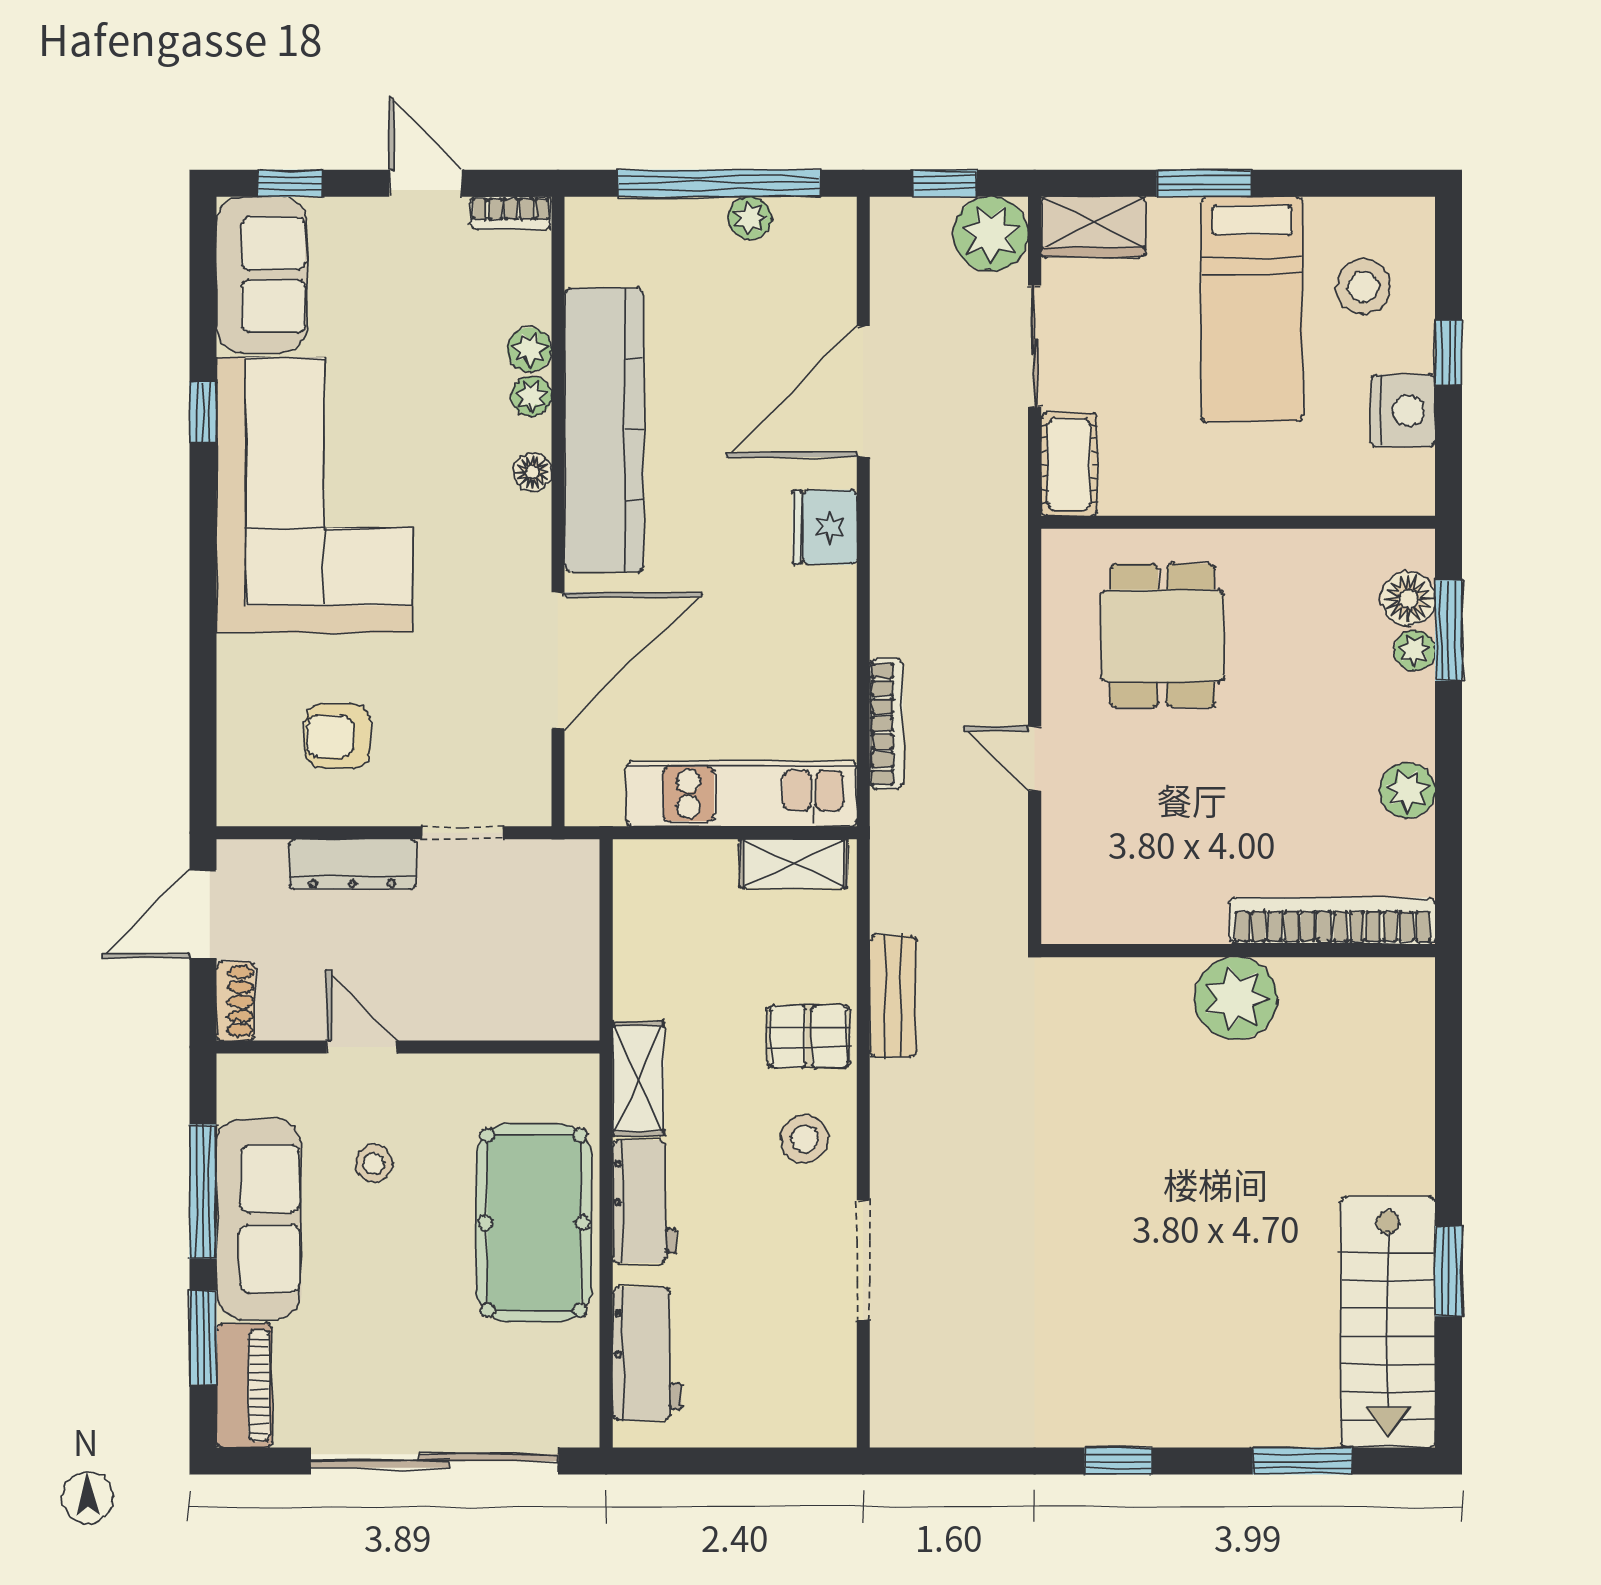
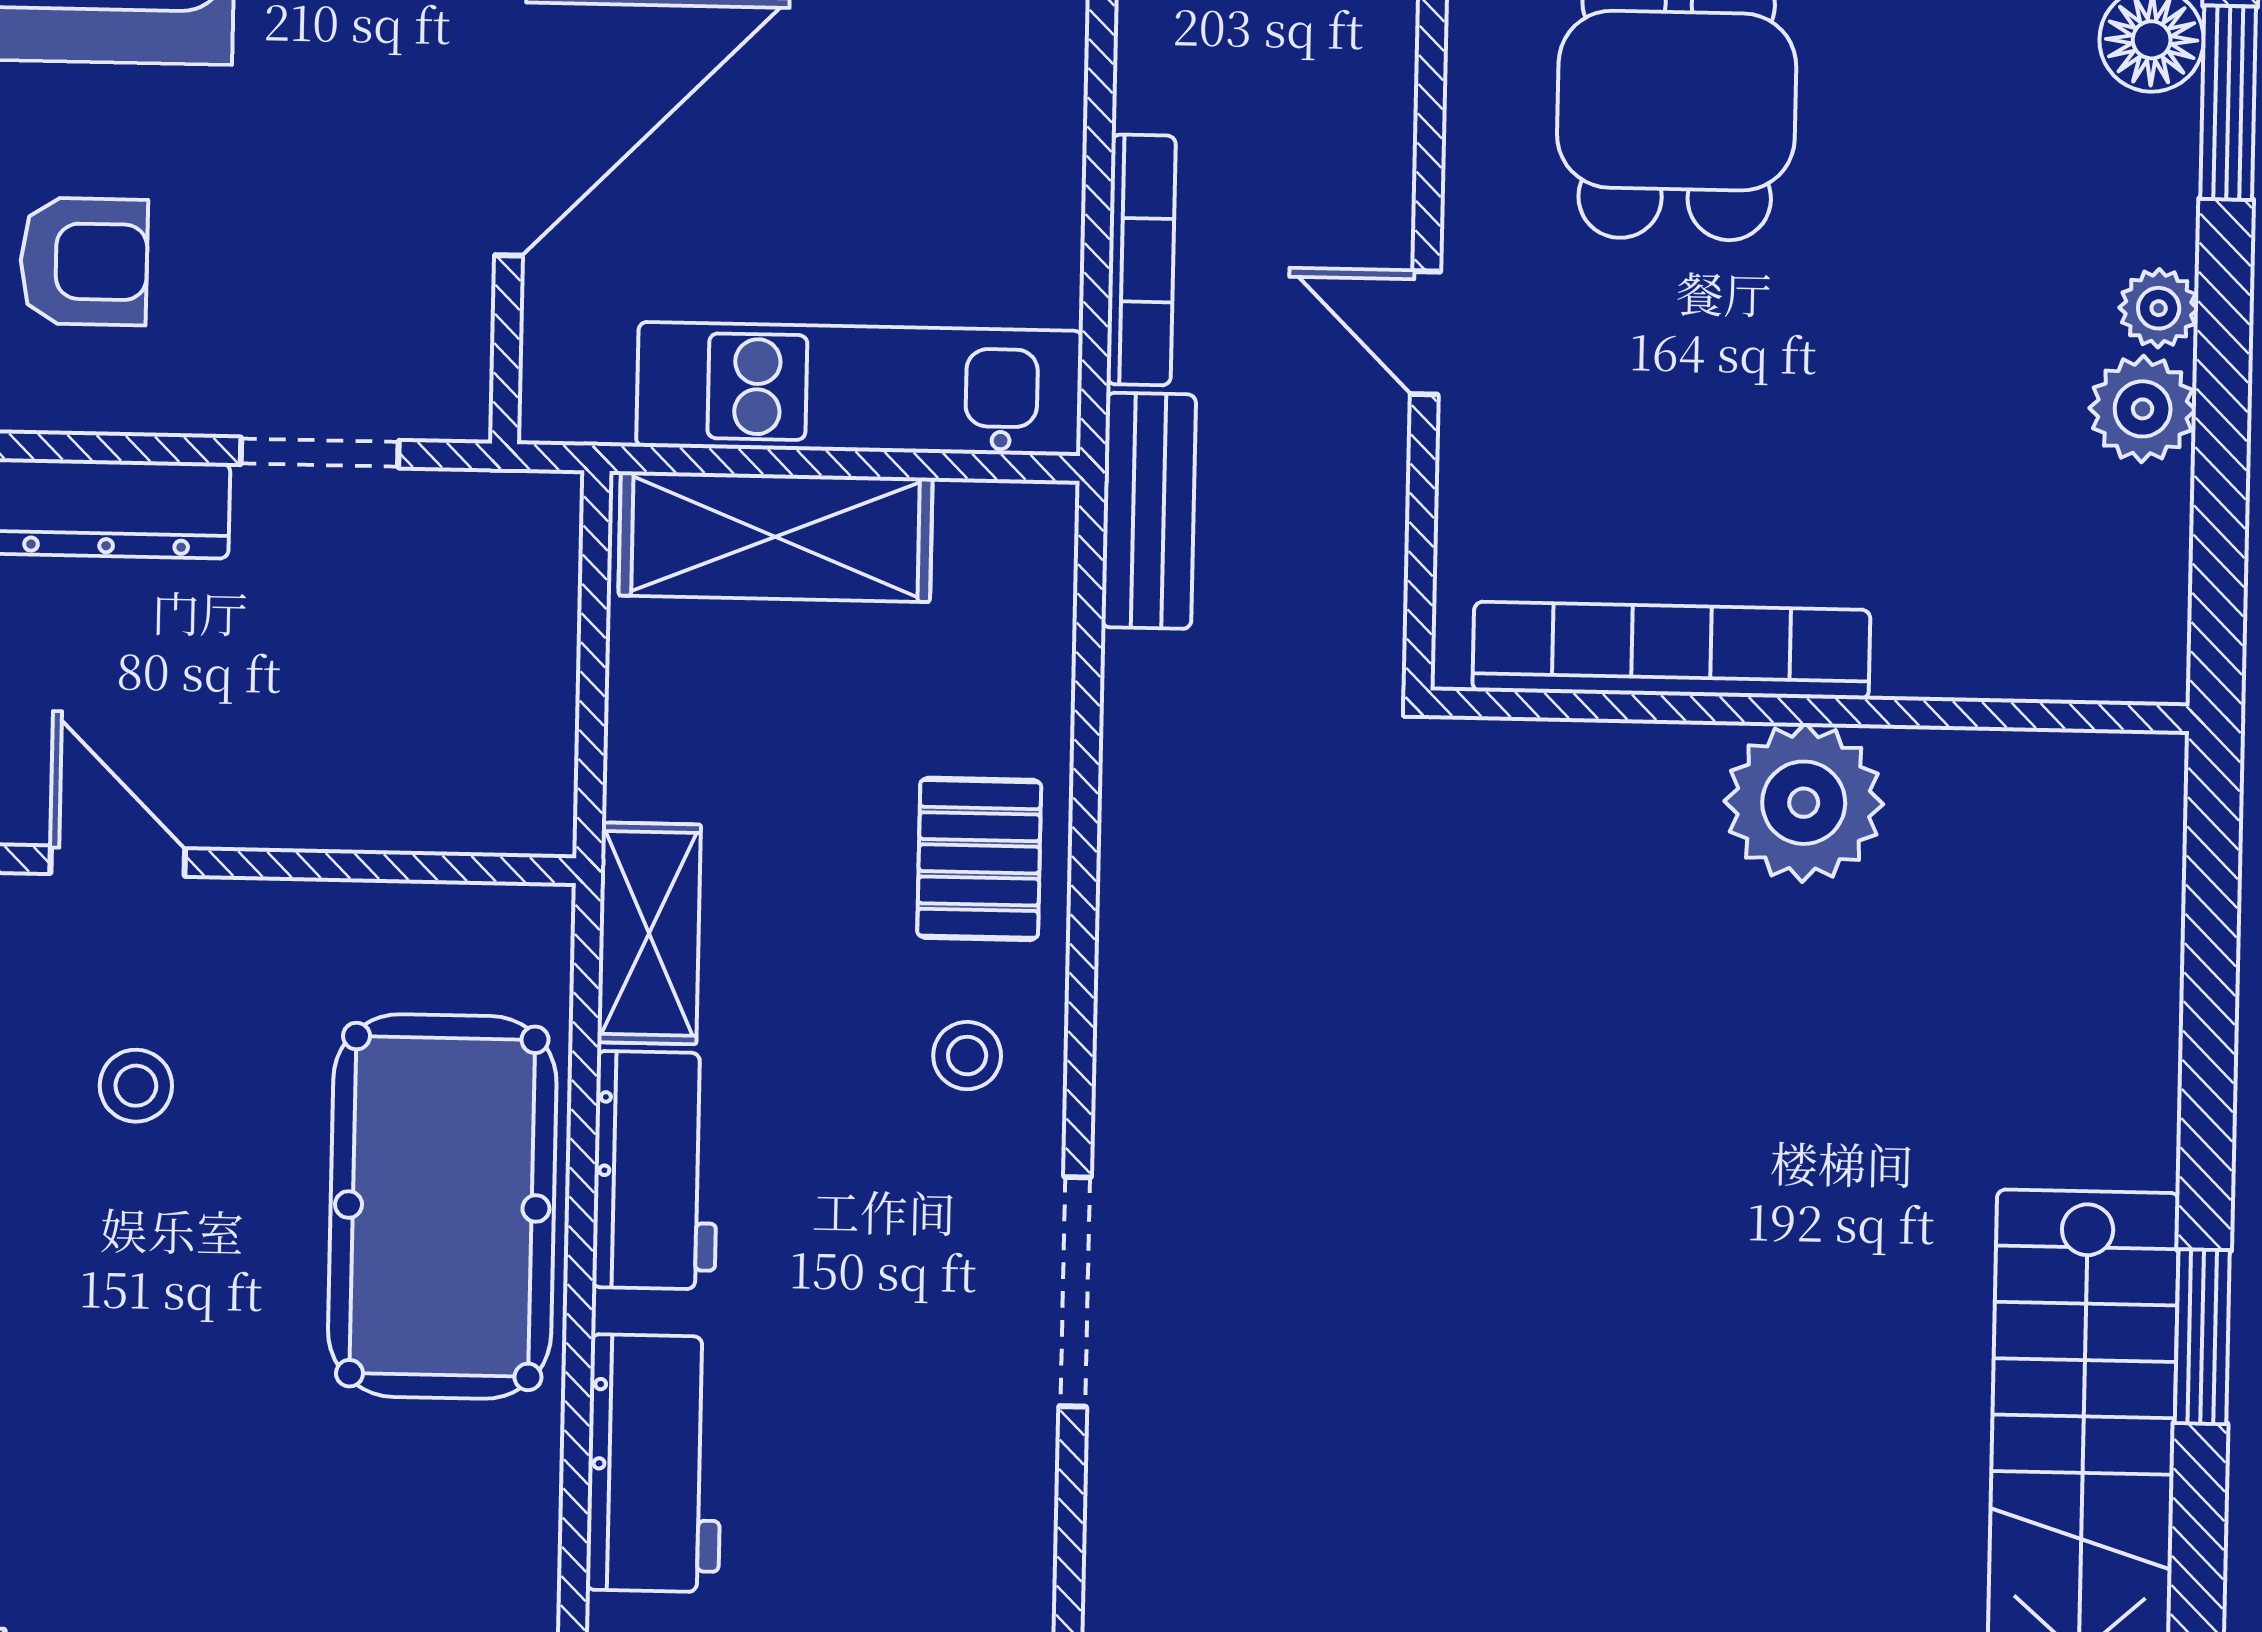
plant: (1415, 651) -> (2159, 308), moved
armchair: (338, 736) -> (84, 261), turned 180
shelving: (794, 863) -> (775, 537), moved, width x1.50, depth x1.33
bookcase: (1332, 921) -> (1671, 651), moved
bench: (893, 996) -> (1149, 511), moved
pallet: (809, 1037) -> (979, 859), turned 90
stool: (805, 1139) -> (967, 1056), width x0.73, depth x0.73

